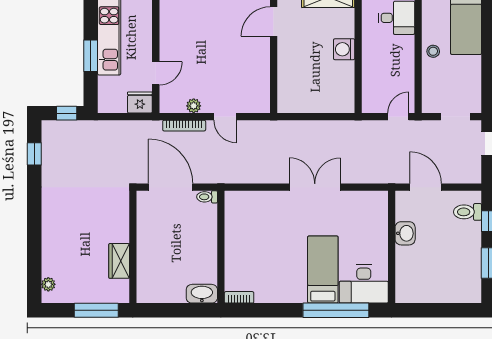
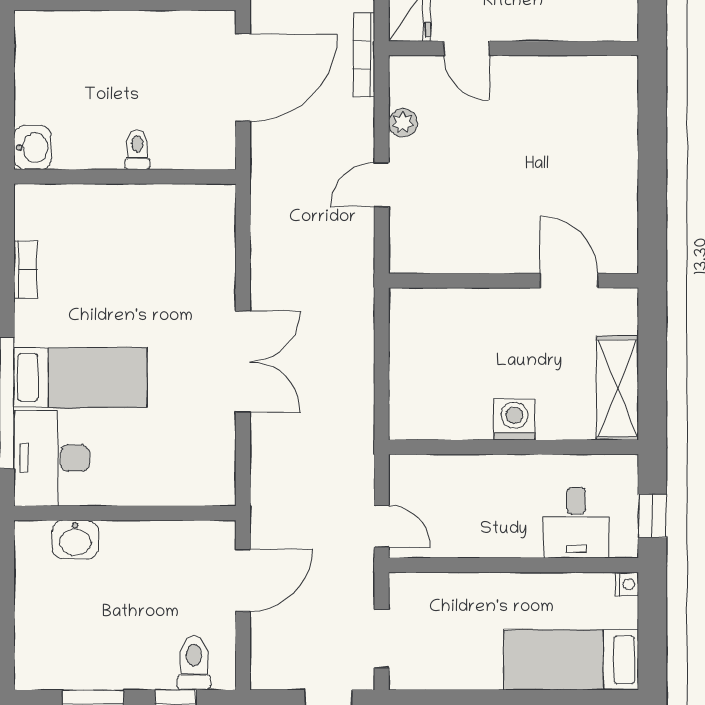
stool: (433, 51) -> (510, 595), removed
bookcase: (184, 126) -> (364, 55), moved
toilet: (207, 197) -> (137, 149), moved
washbasin: (405, 233) -> (75, 540), moved
washbasin: (202, 294) -> (33, 148), width x0.72
bookcase: (239, 297) -> (25, 270), moved

